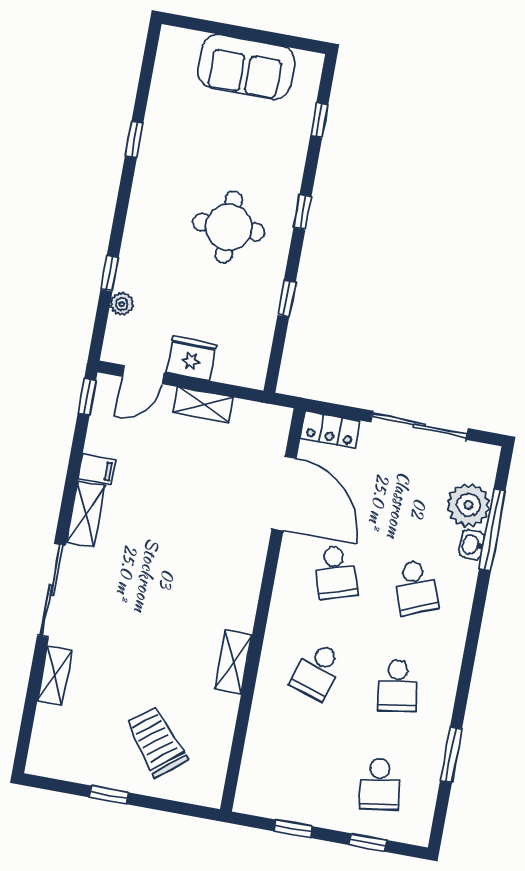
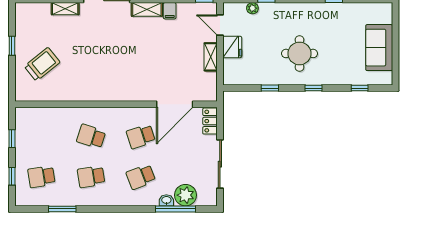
shelving: (233, 662) -> (88, 95), removed

